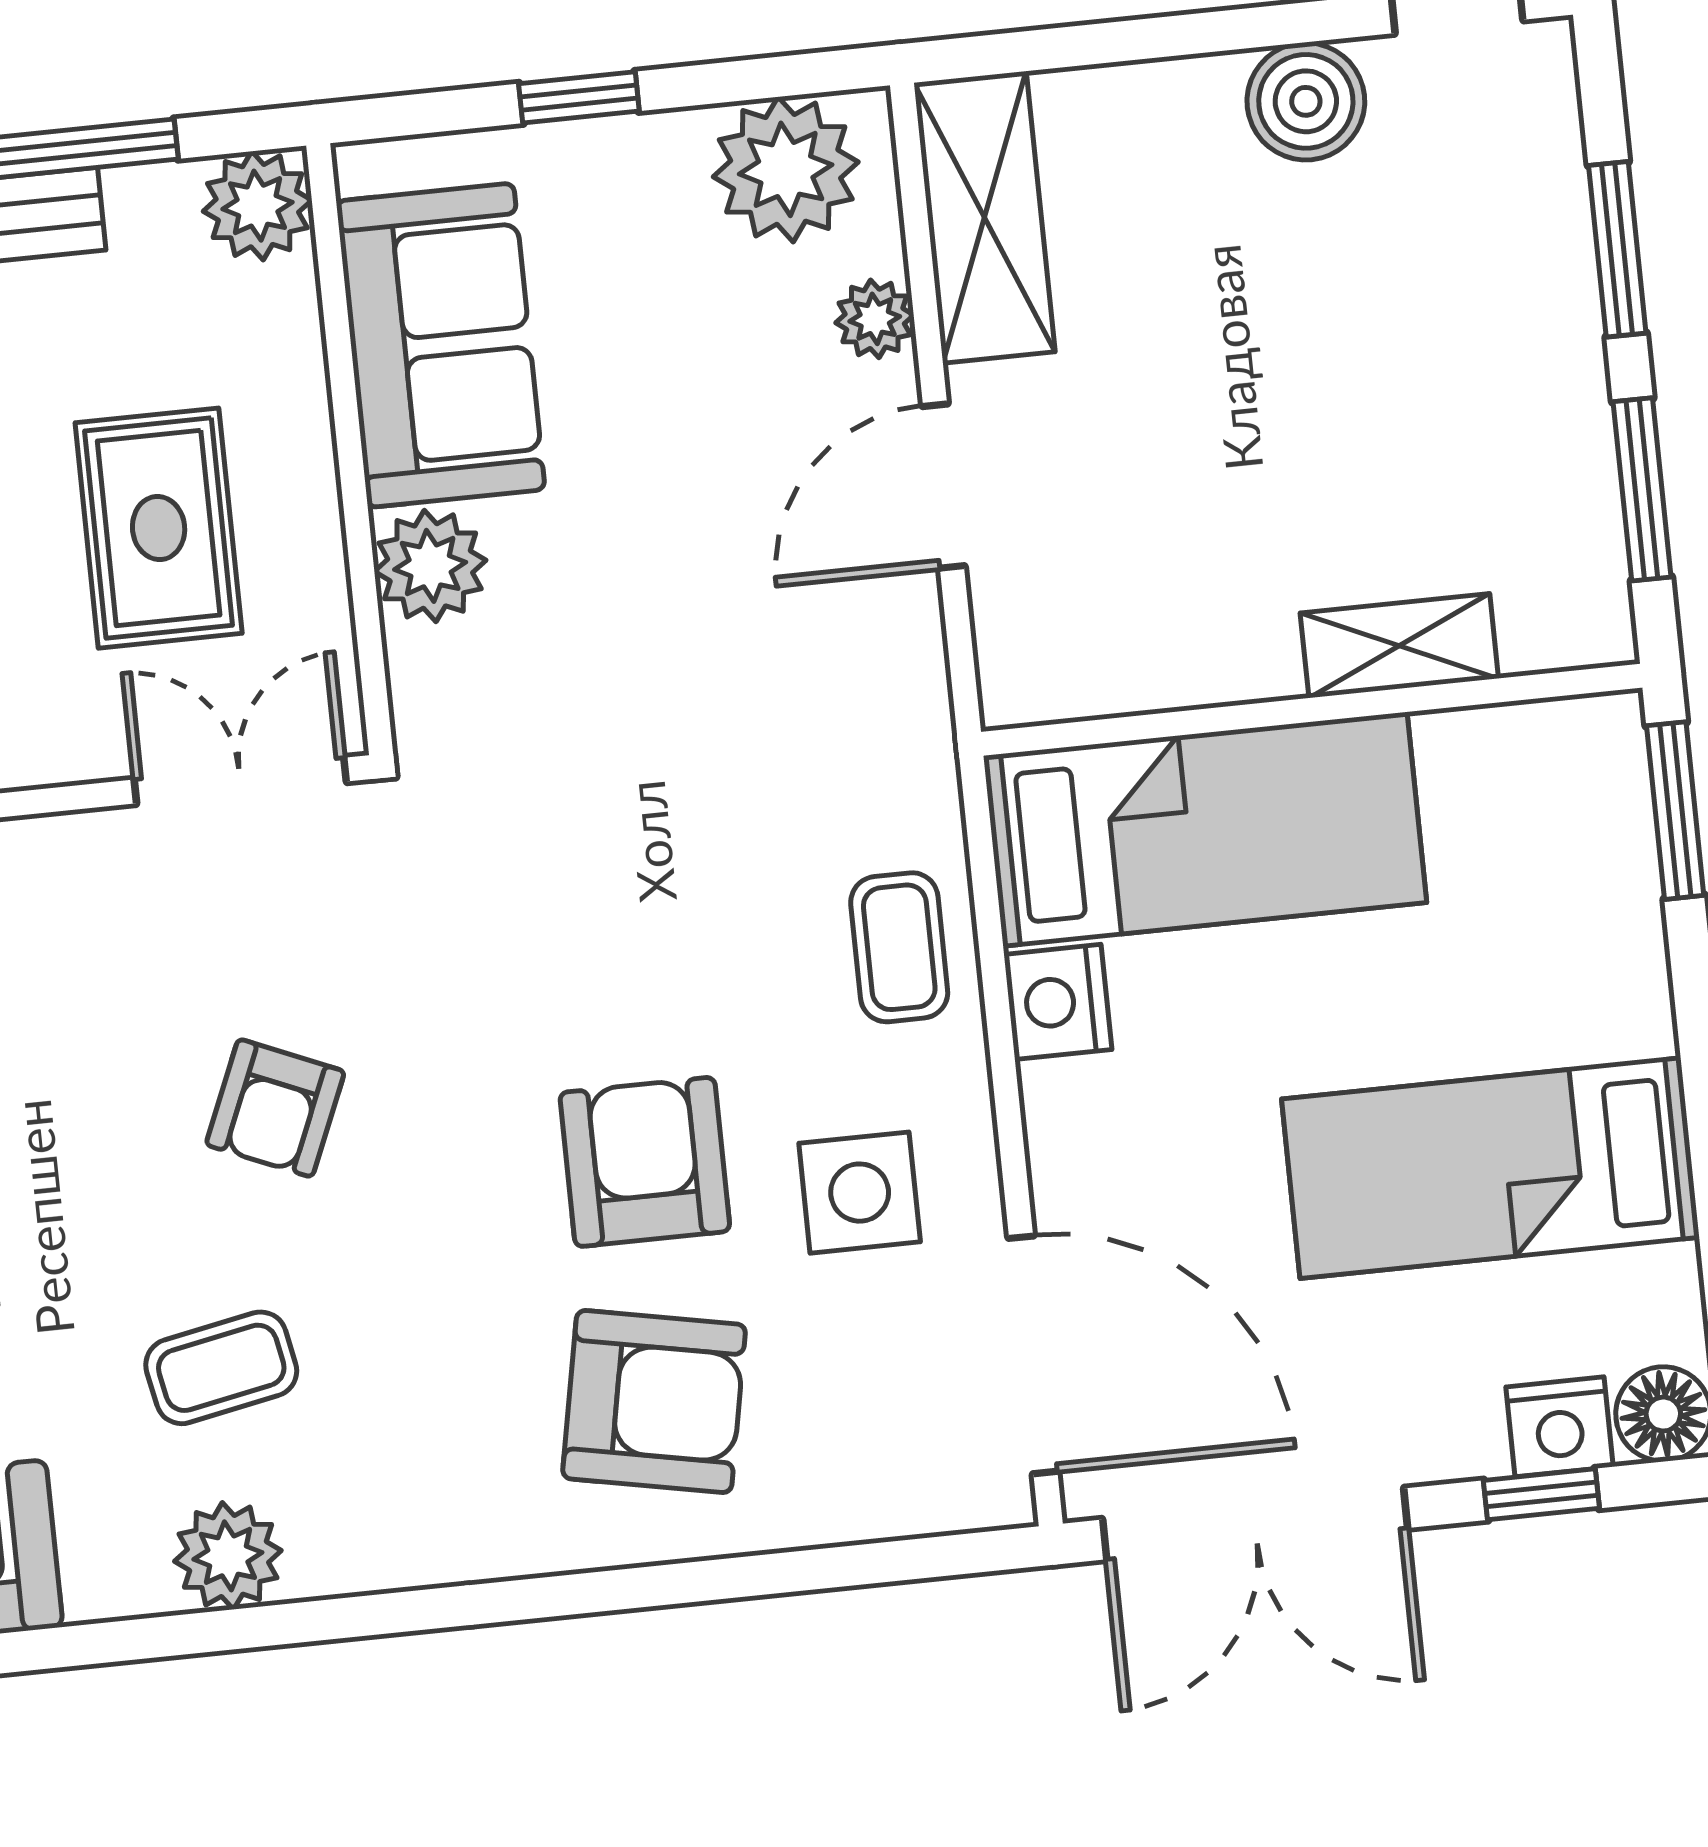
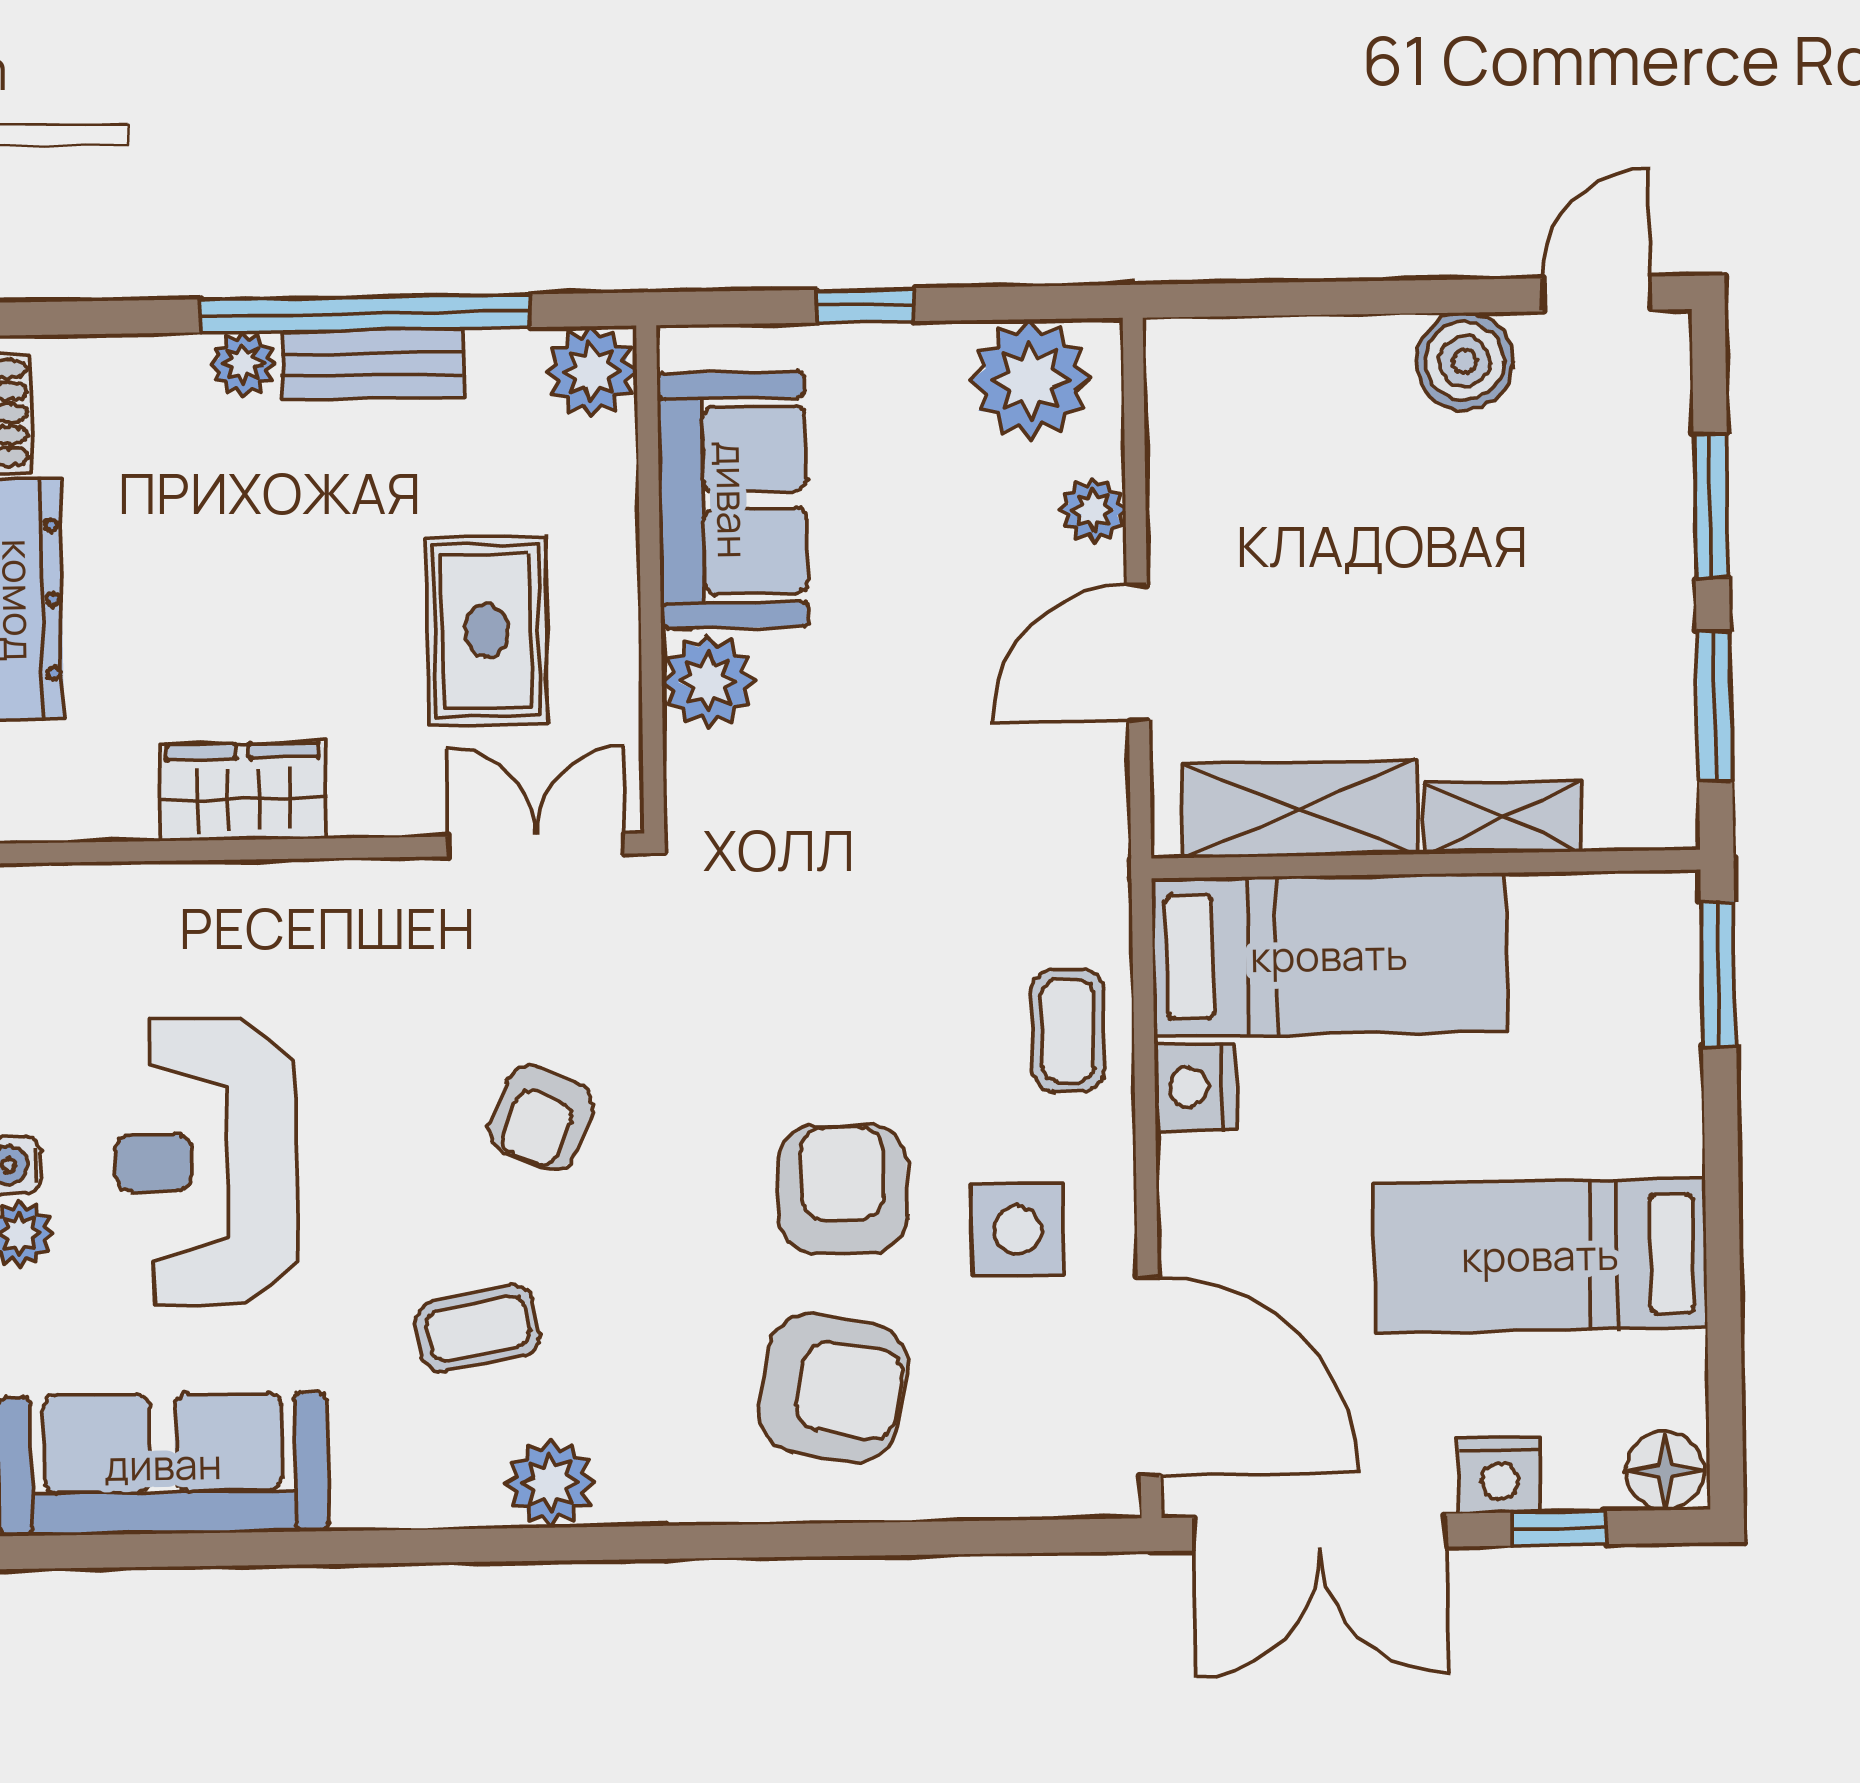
shelving: (985, 217) -> (1300, 809), moved, turned 90
nightstand: (1559, 1427) -> (1499, 1475), moved
plant: (228, 1556) -> (550, 1483), moved

